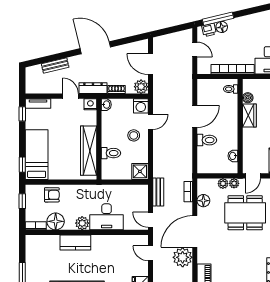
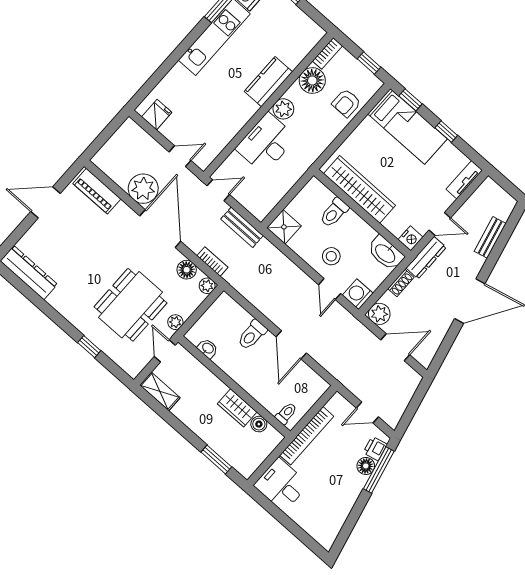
washbasin: (106, 105) -> (386, 253), width x1.91, depth x1.45
window: (22, 114) -> (446, 132), moved
plant: (223, 184) -> (207, 286), moved

